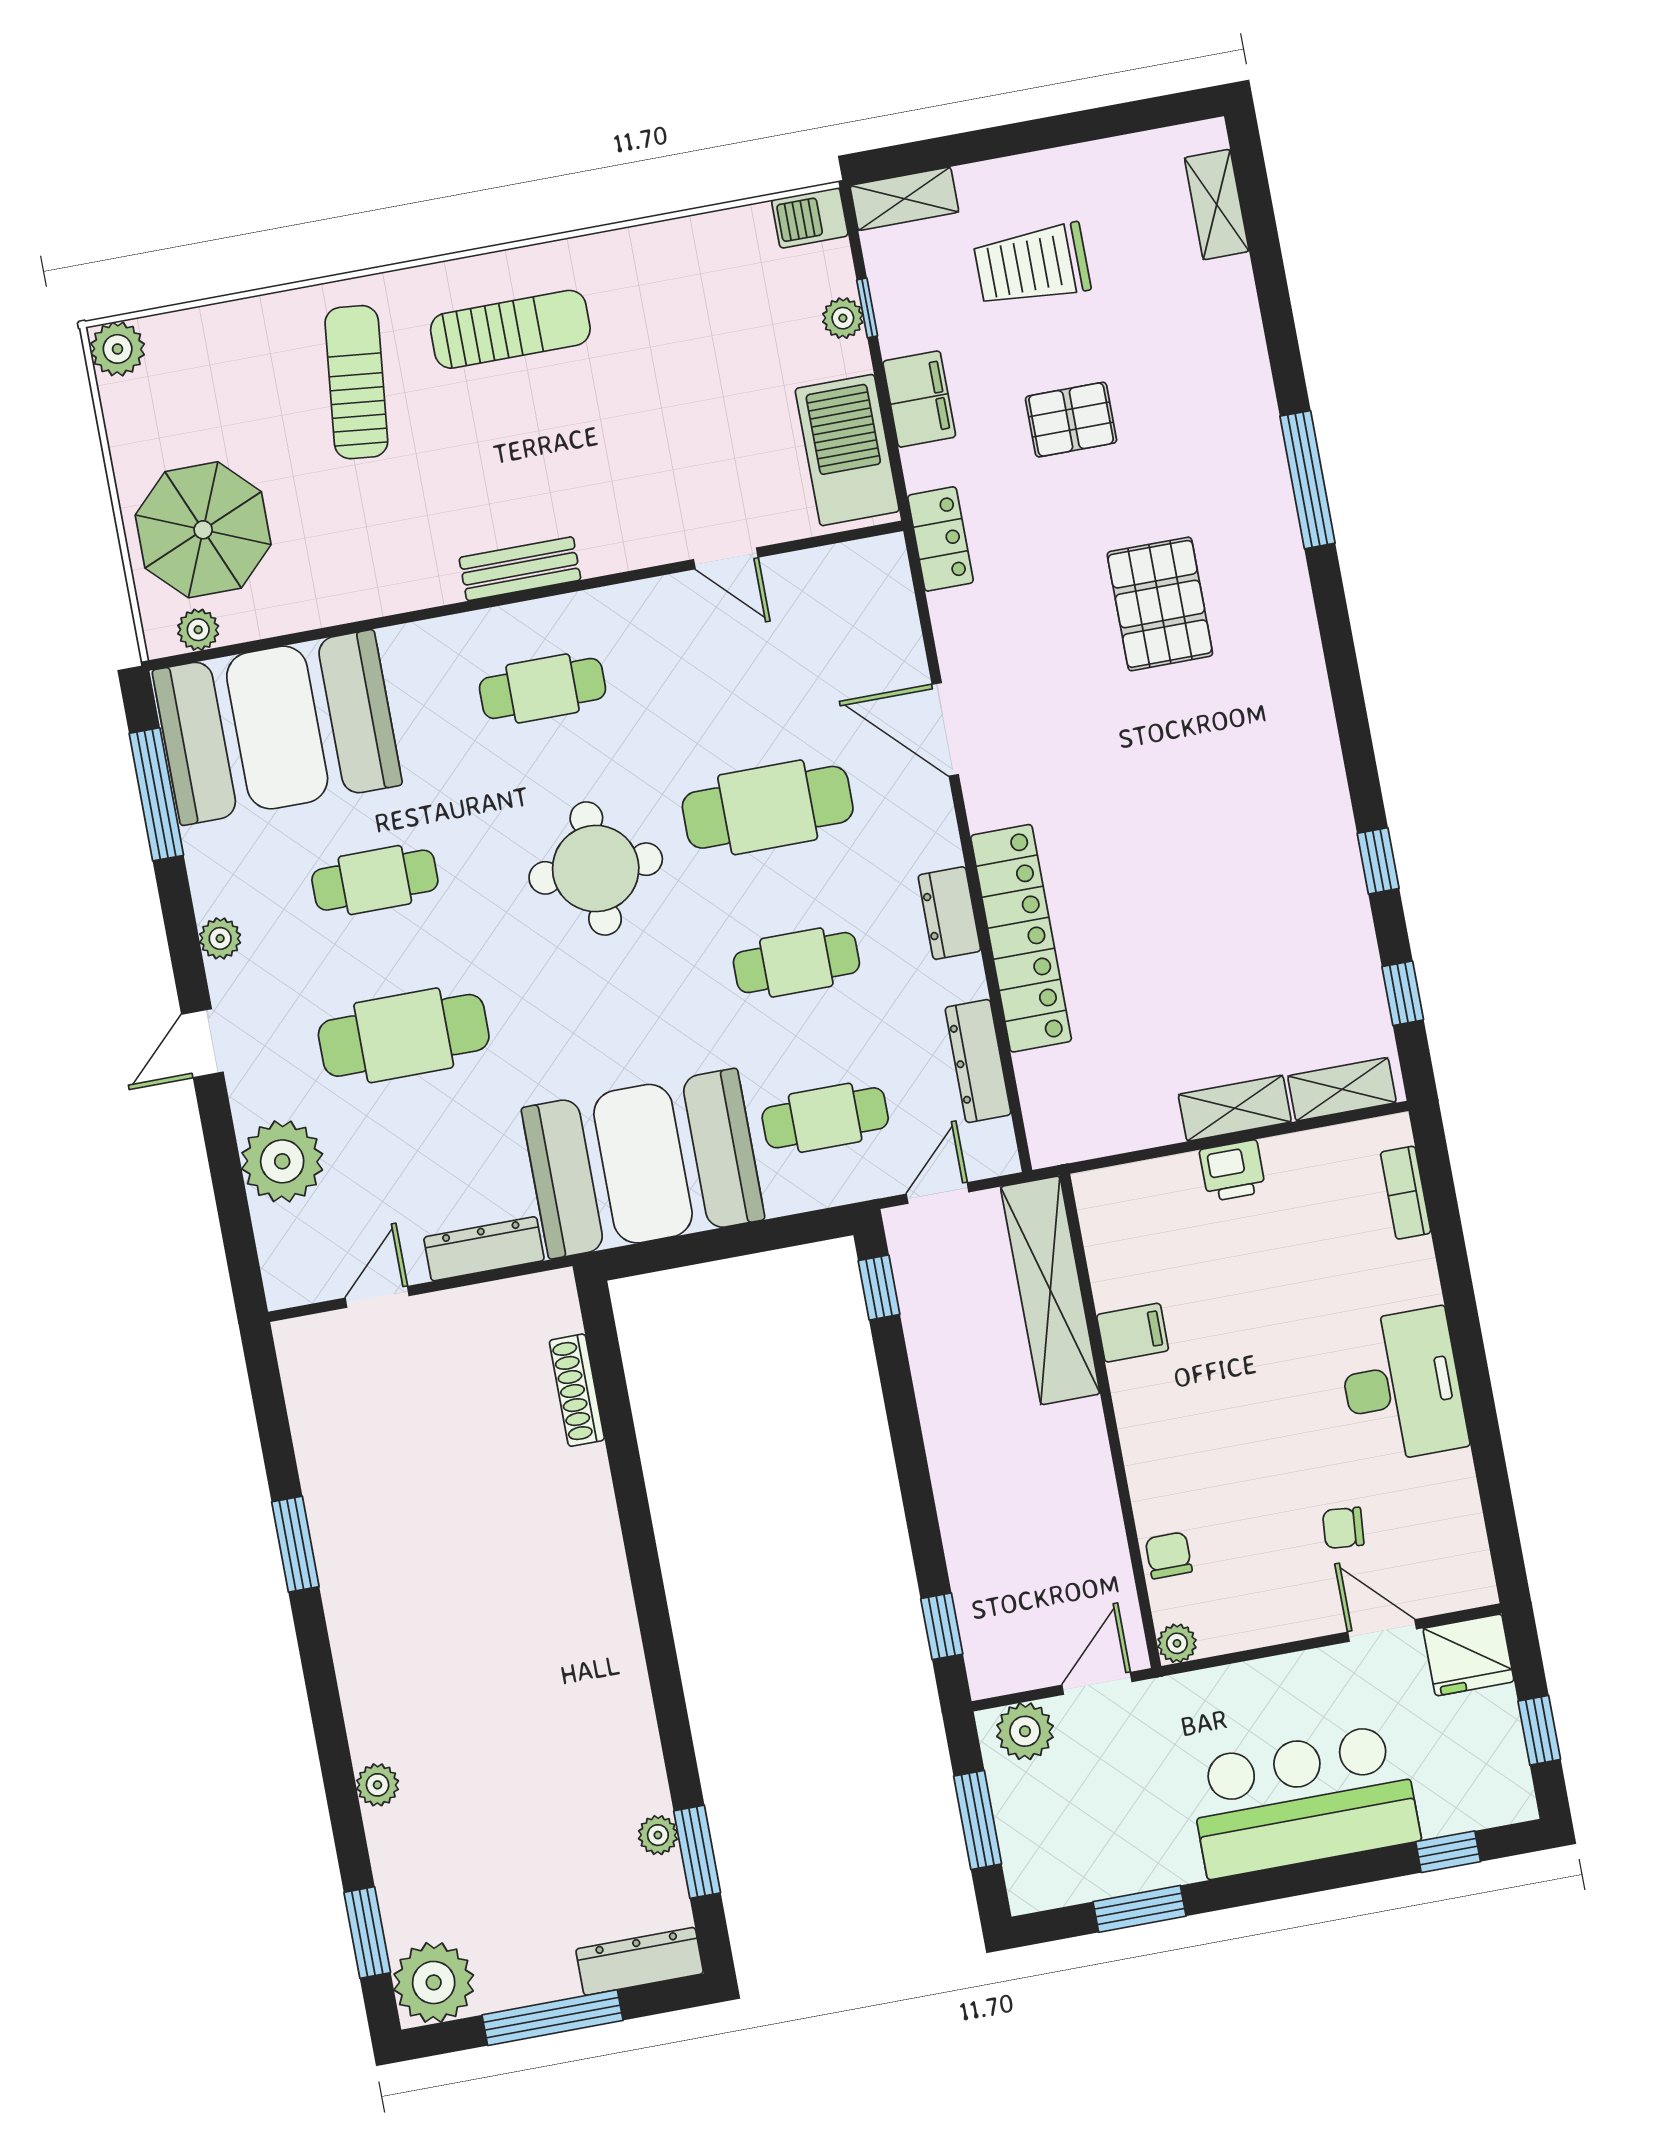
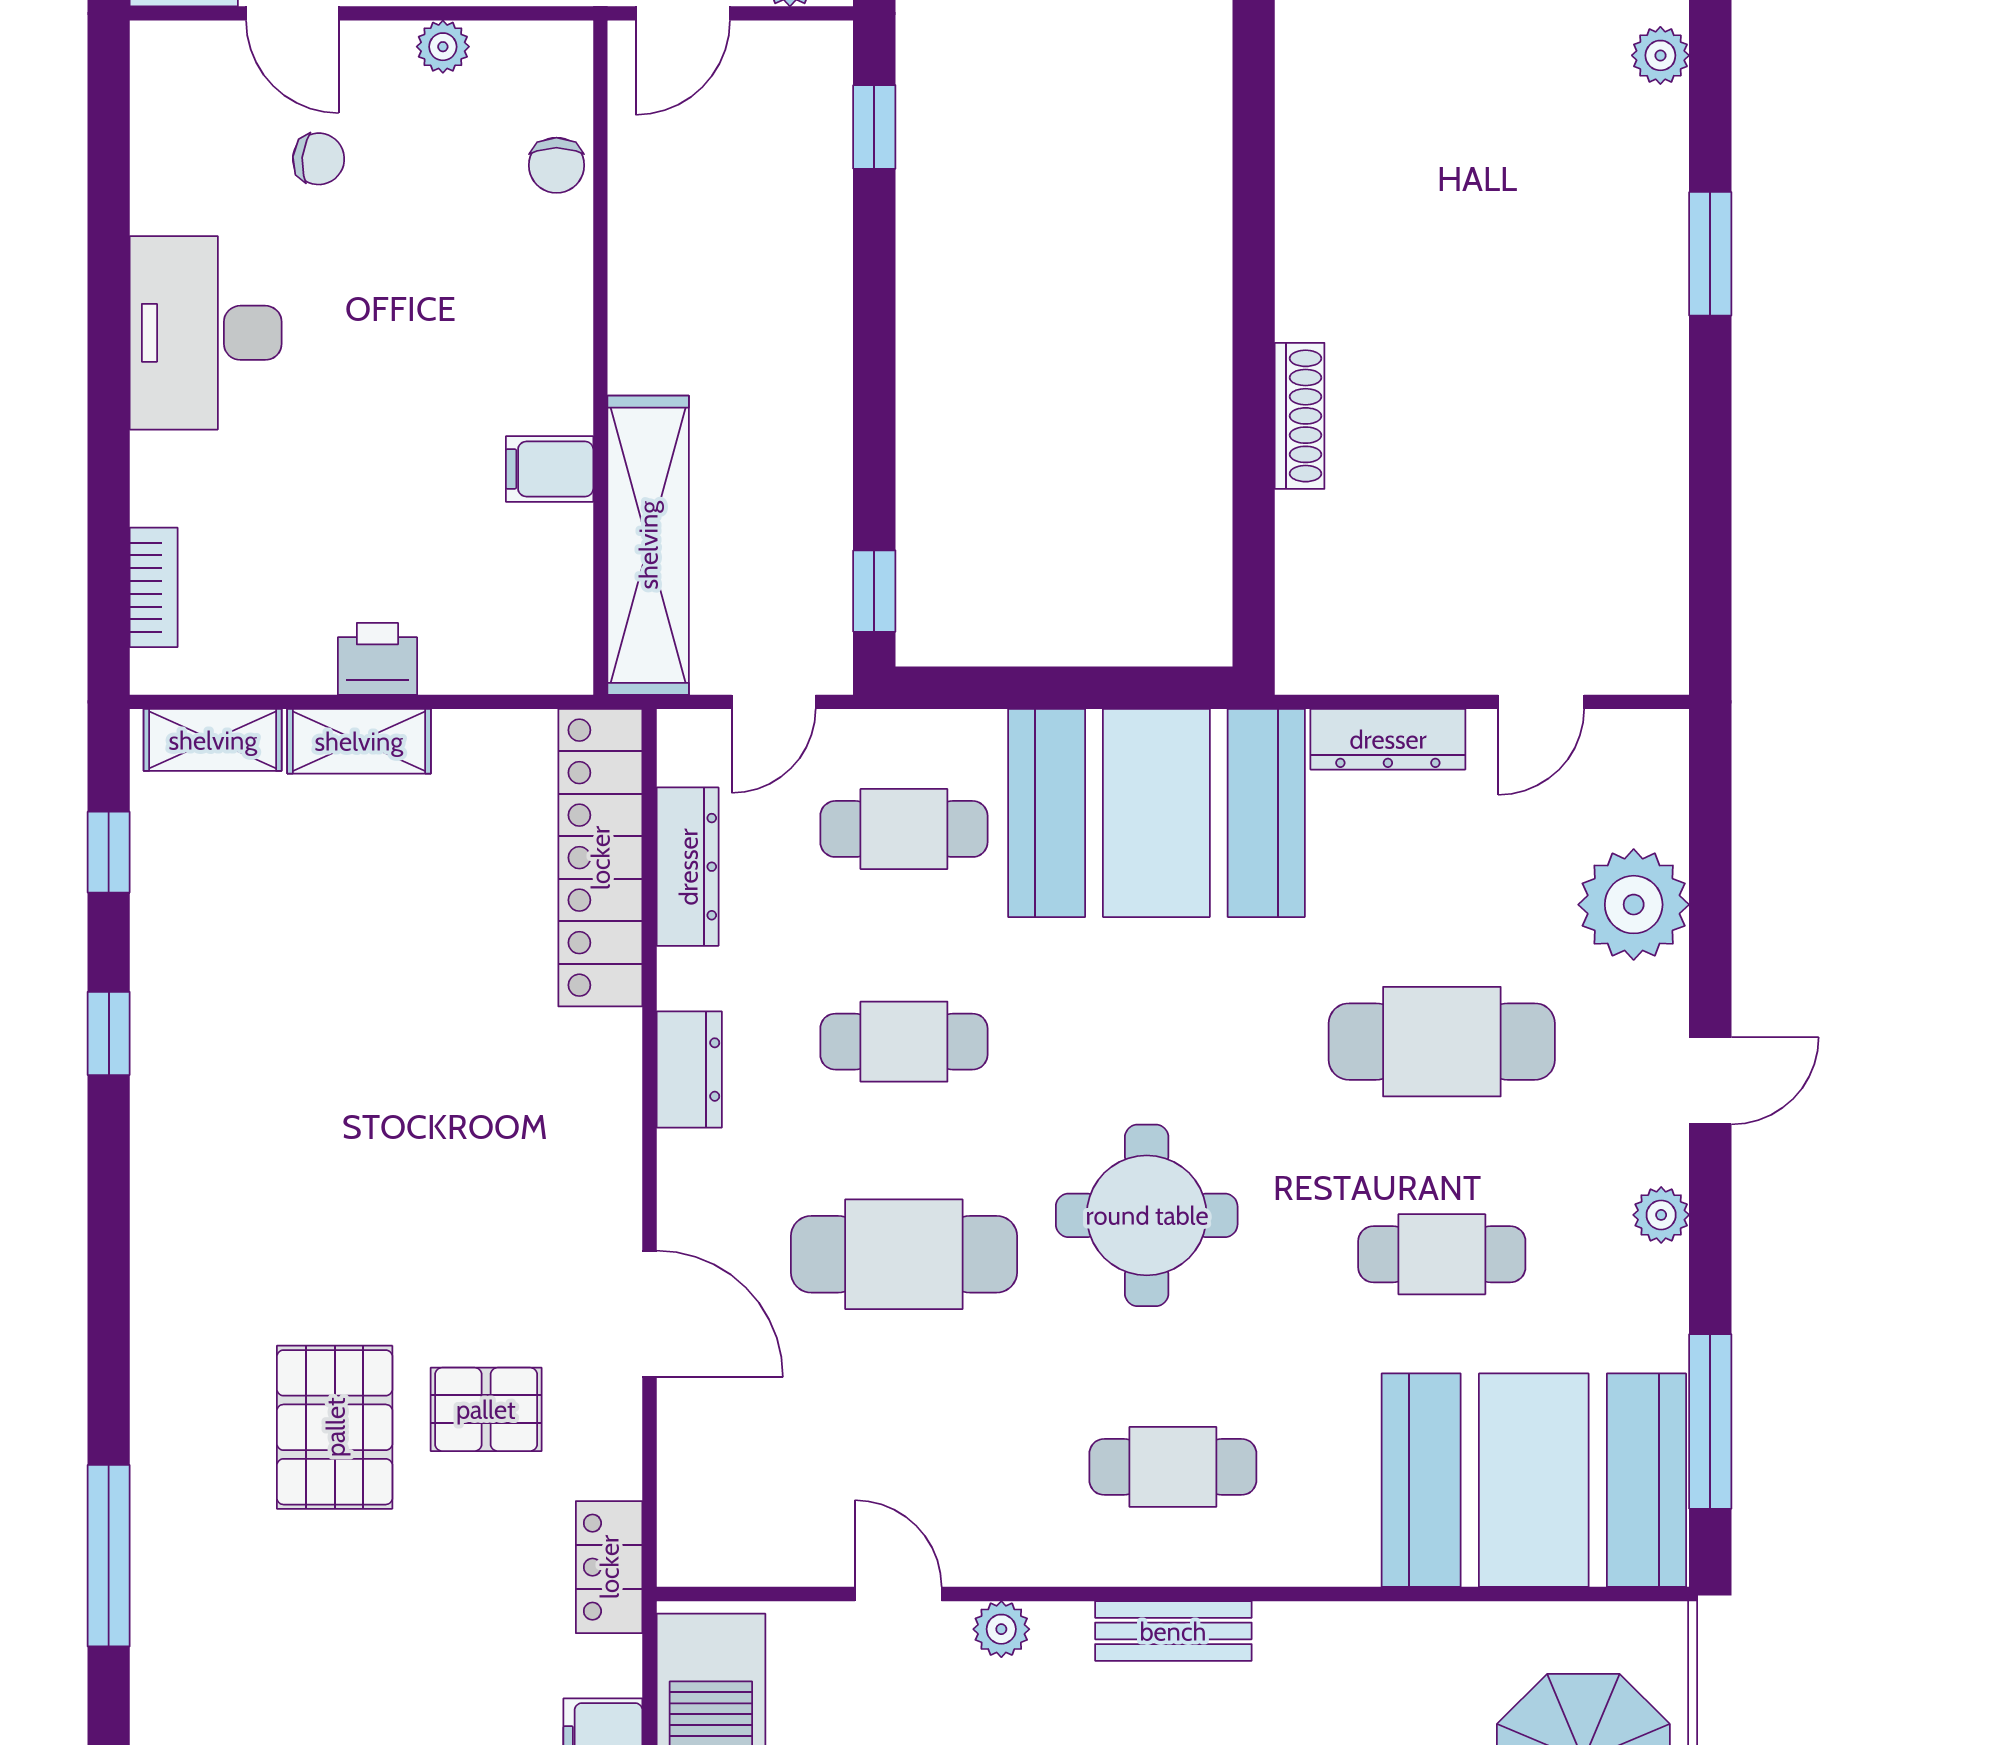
pallet: (1071, 420) -> (486, 1409), moved
plant: (198, 630) -> (1001, 1629), moved
locker: (1021, 938) -> (600, 858), moved
shoe rack: (577, 1390) -> (1300, 416), moved
window: (295, 1544) -> (1710, 254), moved
plant: (1177, 1643) -> (443, 47), moved

